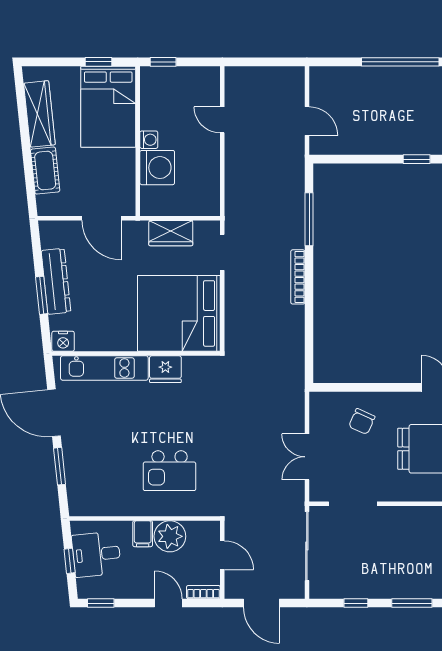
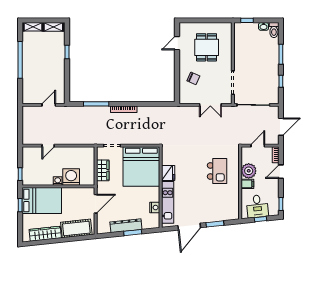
cot: (45, 171) -> (76, 228), width x1.37, depth x1.34
nightstand: (63, 341) -> (155, 208), moved

